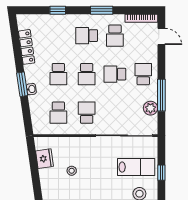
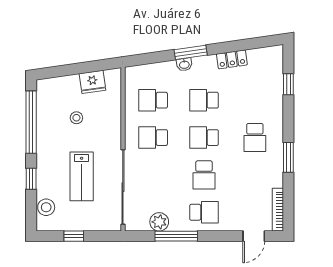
window: (58, 10) -> (288, 84), moved
school desk: (87, 36) -> (255, 138), turned 180
school desk: (115, 36) -> (255, 175), removed
locker: (27, 47) -> (232, 59), width x0.66
school desk: (115, 74) -> (204, 175), turned 180
school desk: (87, 113) -> (153, 138), turned 180
lab bench: (136, 167) -> (82, 176), moved

